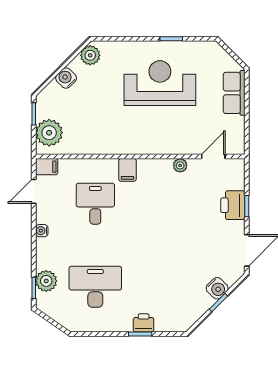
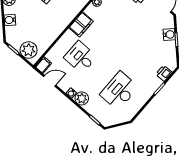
filing cabinet: (127, 170) -> (81, 24), width x2.00
door: (34, 191) -> (50, 81), swing flipped
plant: (46, 281) -> (82, 98), moved
printer: (144, 323) -> (164, 73), moved

